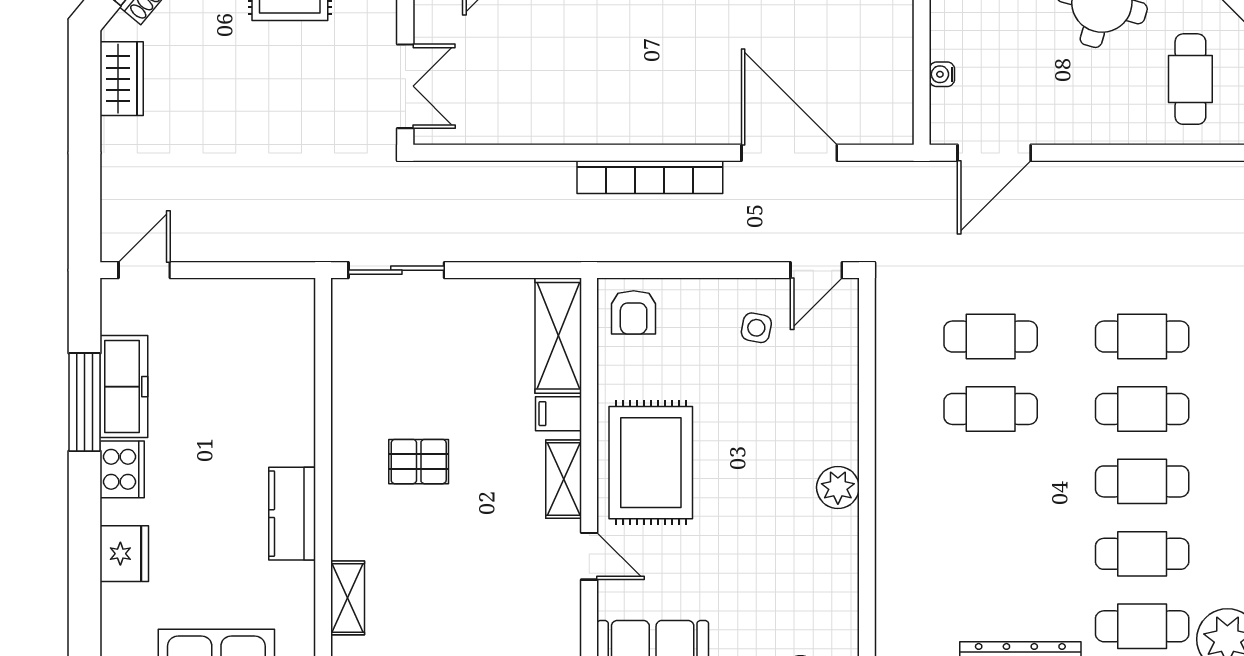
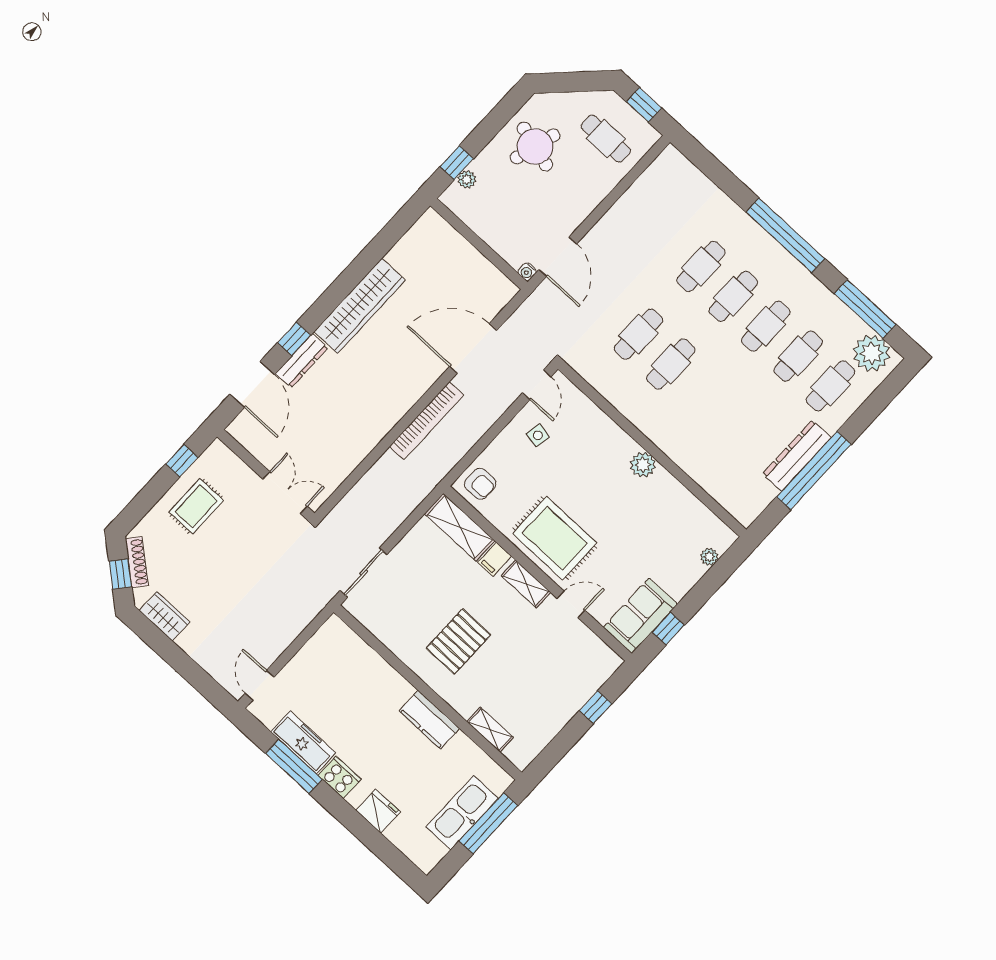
water cooler: (942, 74) -> (527, 272), moved
pallet: (419, 462) -> (458, 641), width x1.50, depth x1.42

